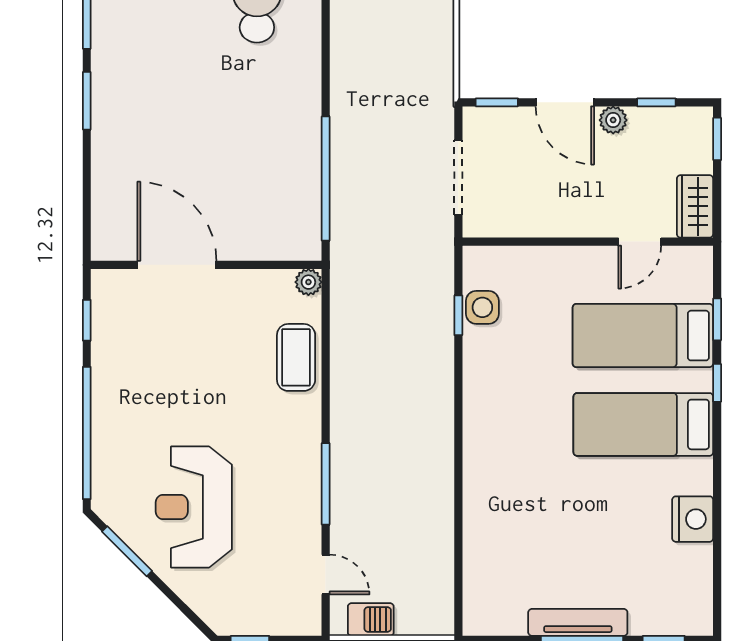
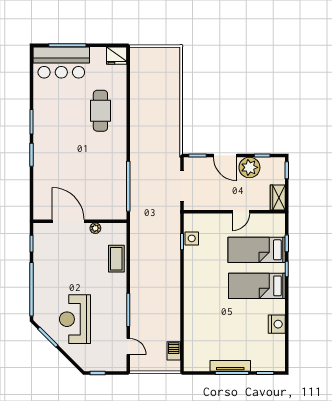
plant: (613, 120) -> (249, 167), width x1.87, depth x1.87
door: (640, 242) -> (241, 212), moved
plant: (308, 282) -> (95, 228), moved
barbecue: (371, 619) -> (174, 351), moved, turned -90

